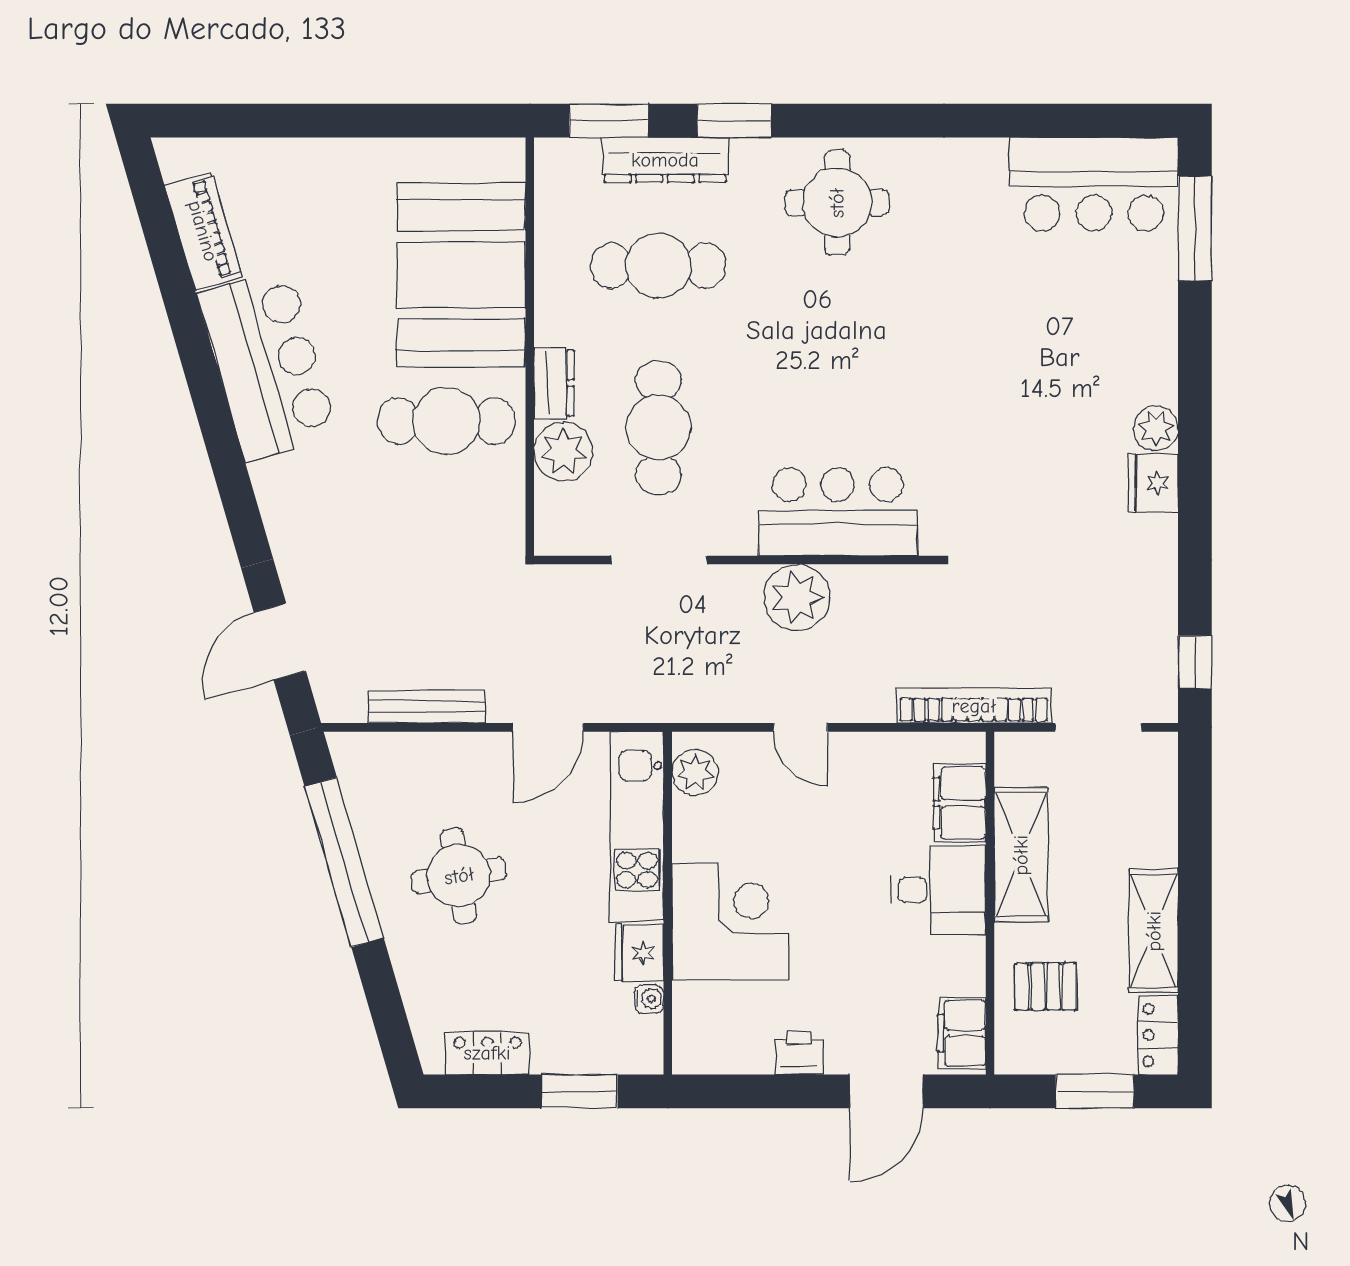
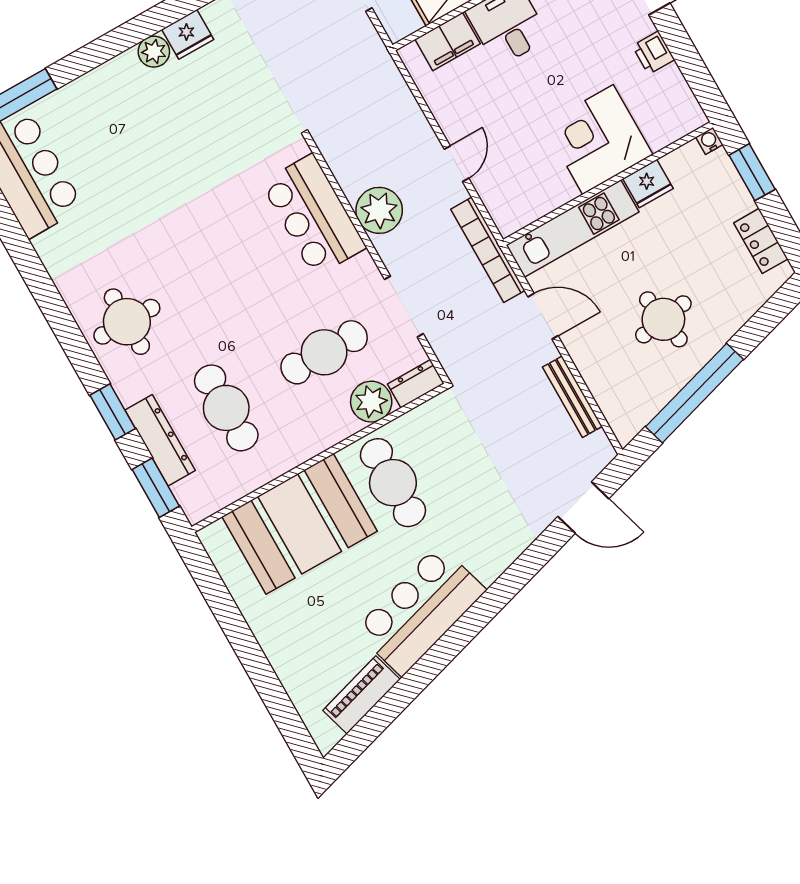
dresser: (554, 383) -> (416, 384), moved
bookcase: (974, 706) -> (488, 250), moved
plant: (695, 772) -> (520, 212), removed
water cooler: (649, 999) -> (709, 141), moved

